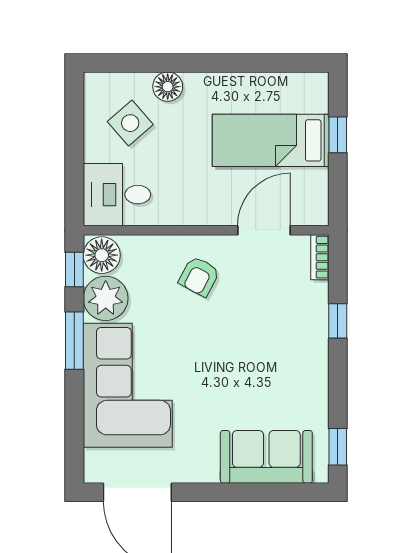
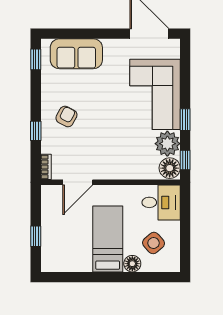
bed: (271, 140) -> (108, 239), moved, turned -90
armchair: (199, 276) -> (66, 116), moved
window: (74, 341) -> (185, 120), width x0.67

